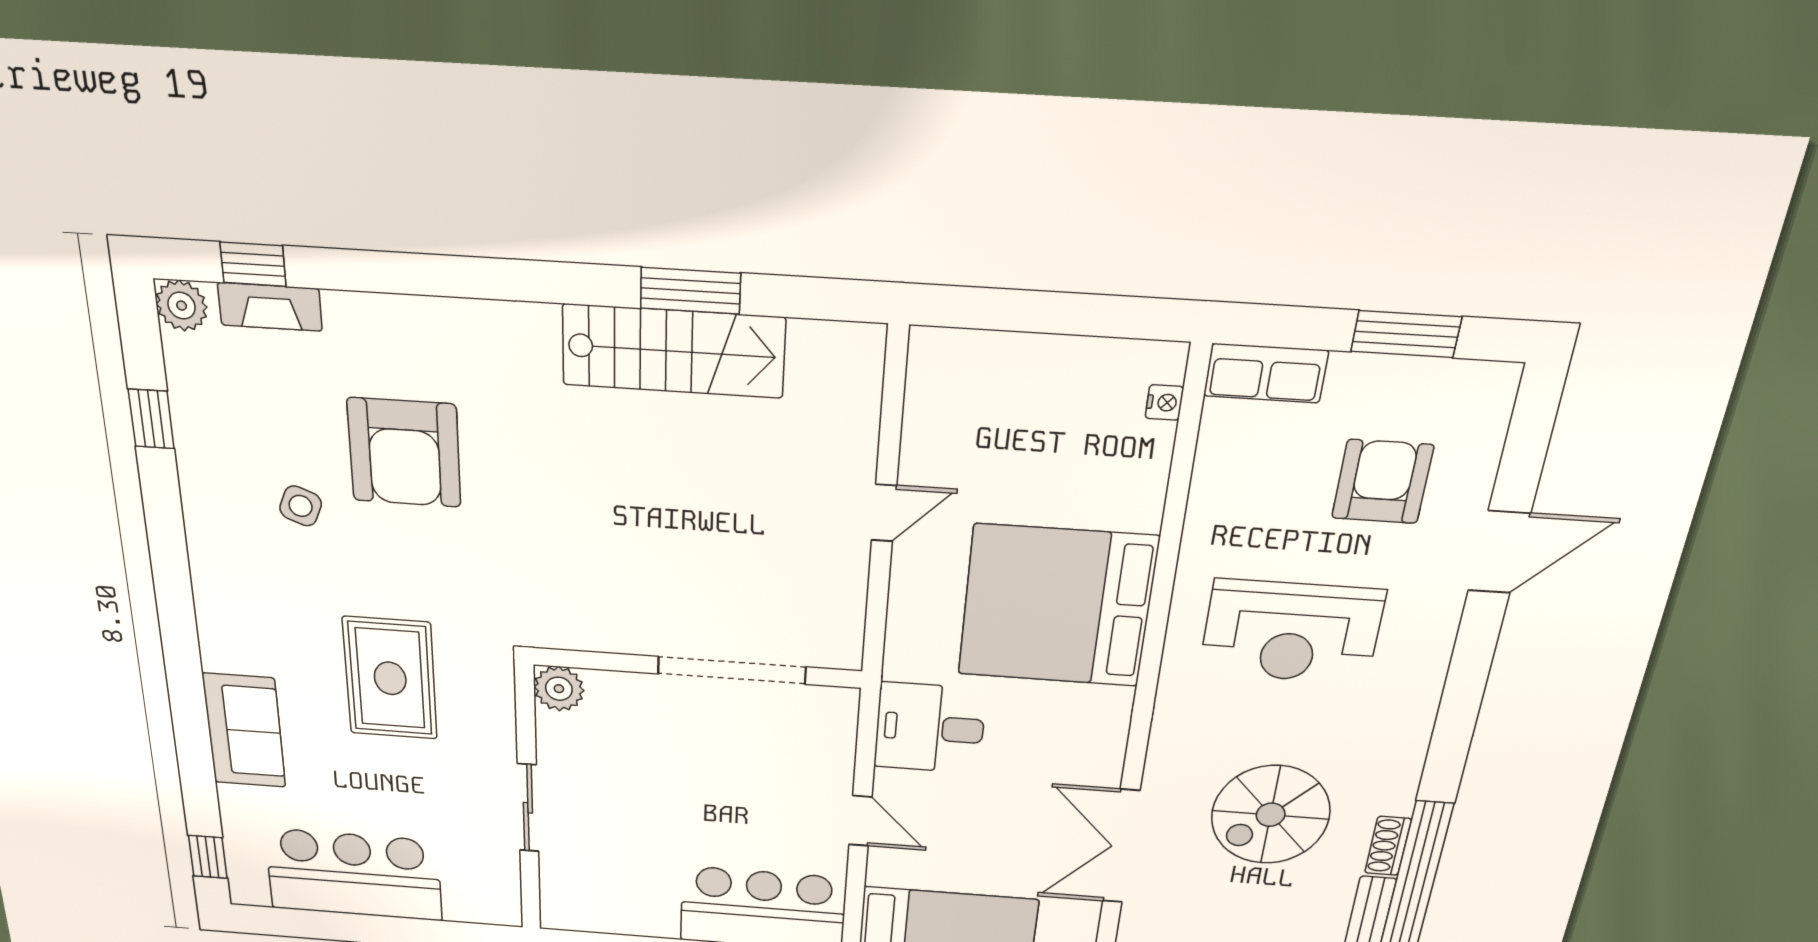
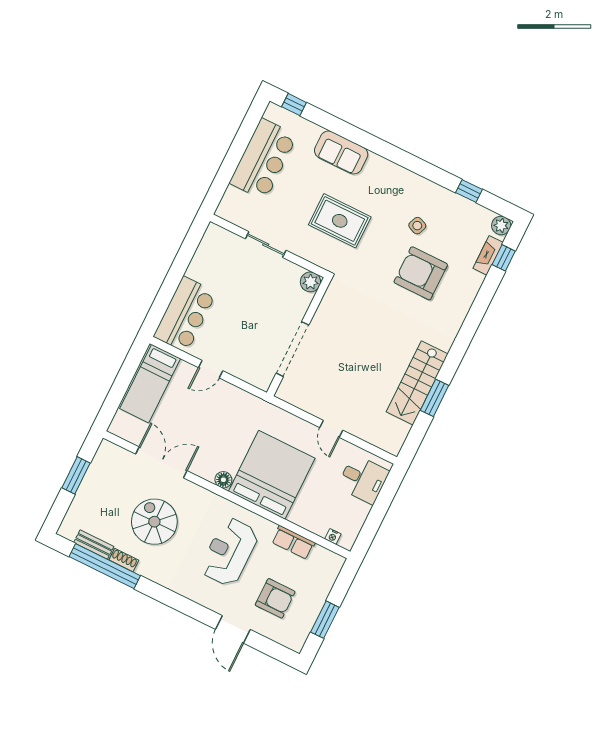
row of seats: (1266, 373) -> (293, 542), moved, turned -90
floor lamp: (1112, 707) -> (223, 480), added
desk: (930, 728) -> (363, 479), moved, turned 90

